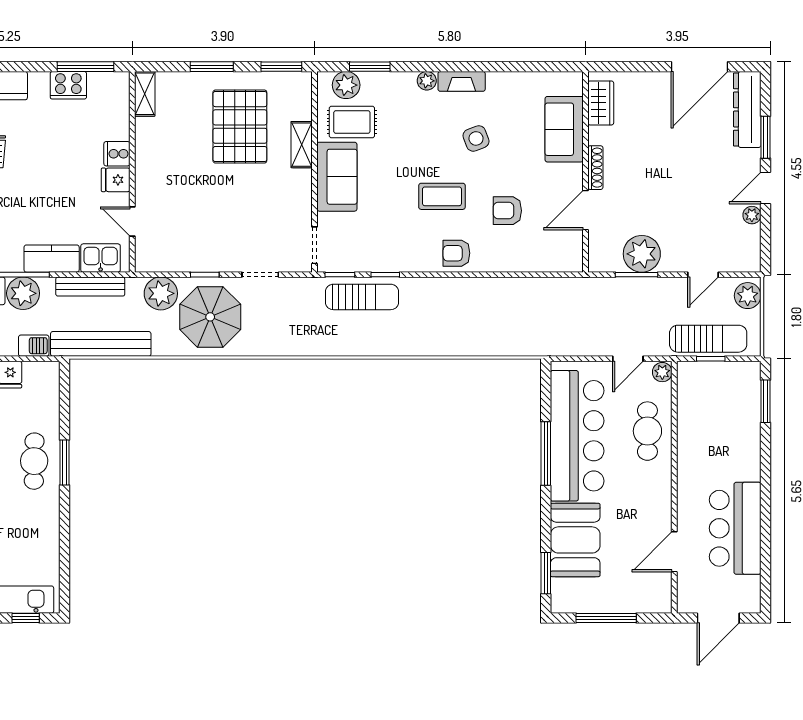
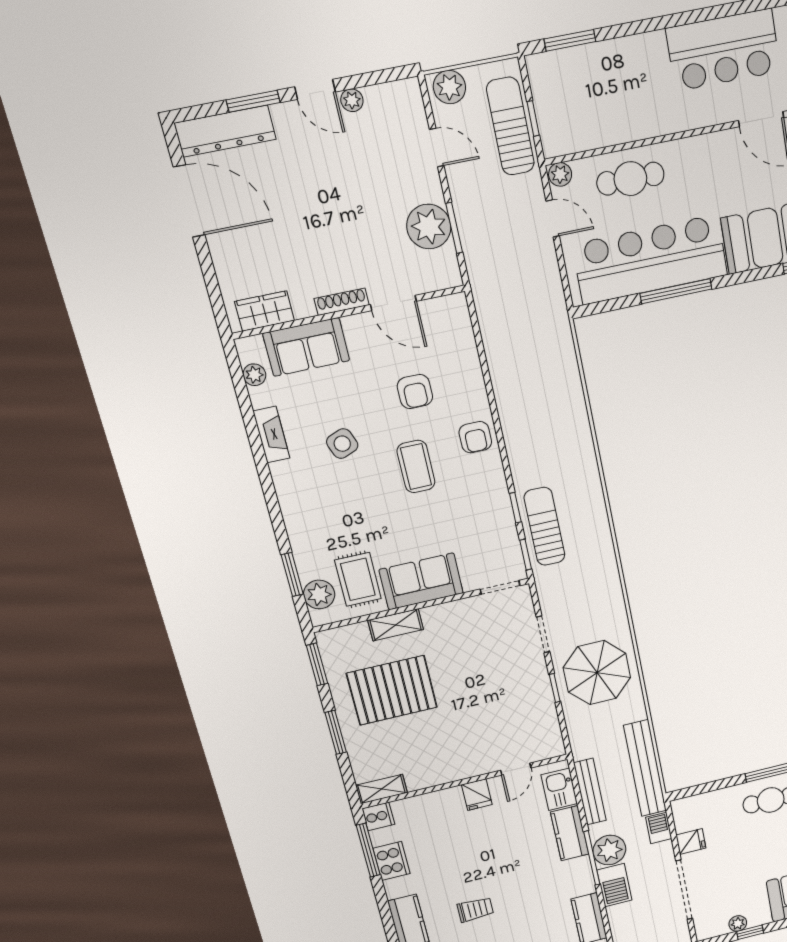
plant: (427, 81) -> (254, 375), moved
fireplace: (462, 81) -> (271, 435), moved
cooker: (117, 154) -> (378, 816), moved, turned -90
plant: (161, 293) -> (583, 725), removed

